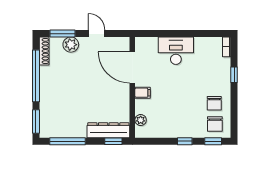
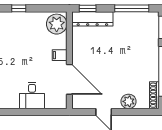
window: (62, 34) -> (137, 112), removed
desk: (176, 51) -> (32, 96), width x0.73
plant: (141, 120) -> (57, 24), width x1.88, depth x1.88

